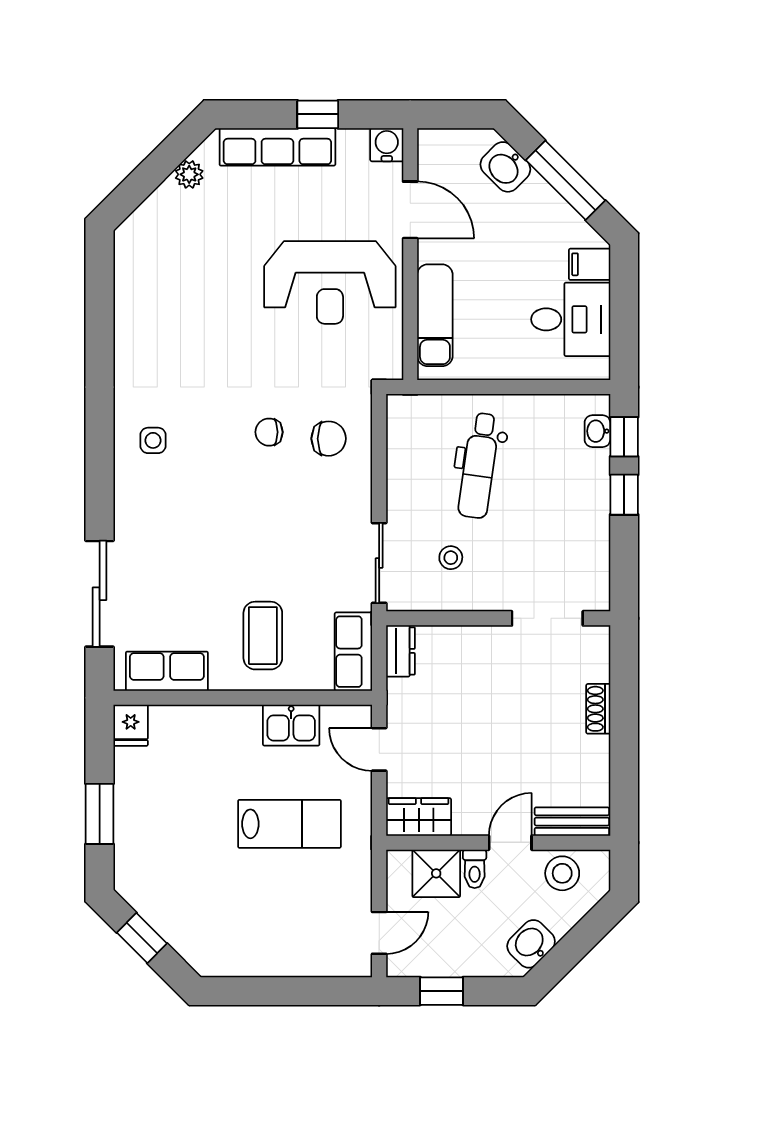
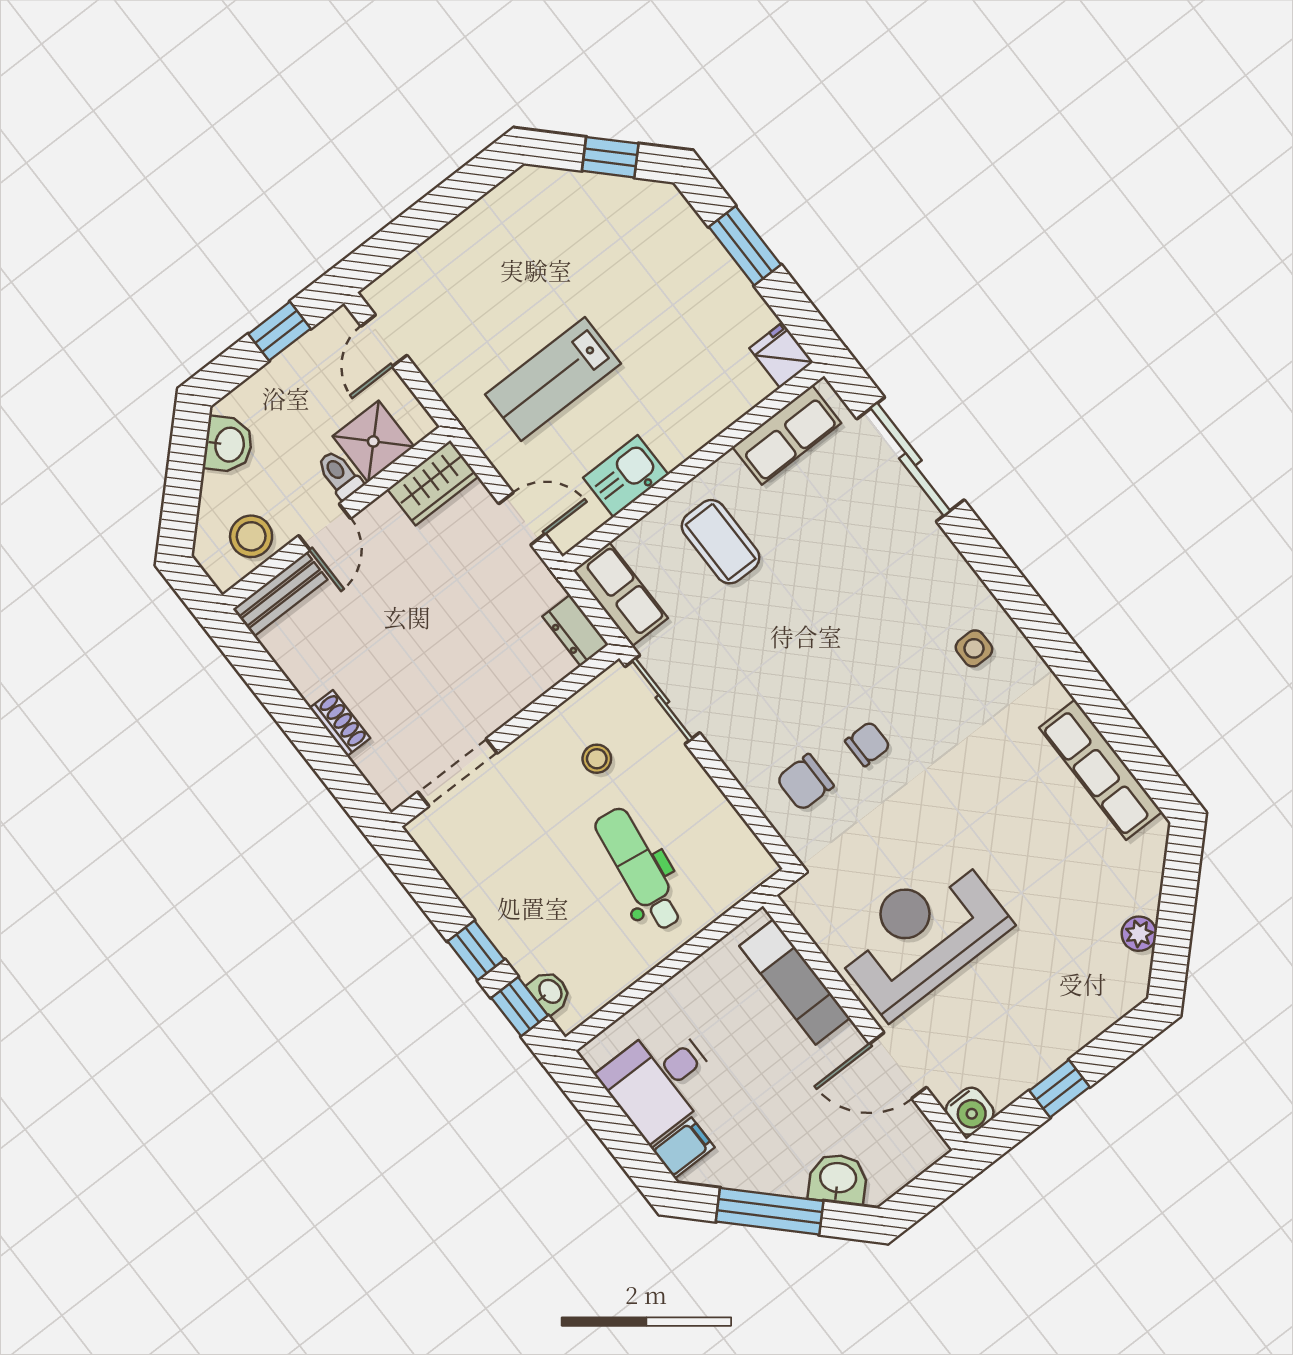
row of seats: (277, 147) -> (1101, 770), moved, turned -90

